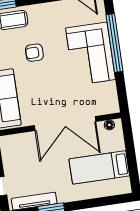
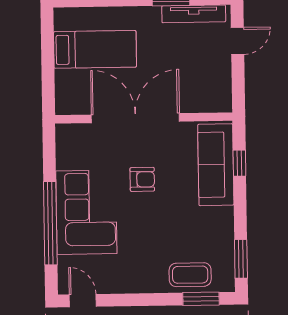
armchair: (34, 53) -> (142, 179), moved
floor lamp: (109, 125) -> (73, 108), removed

